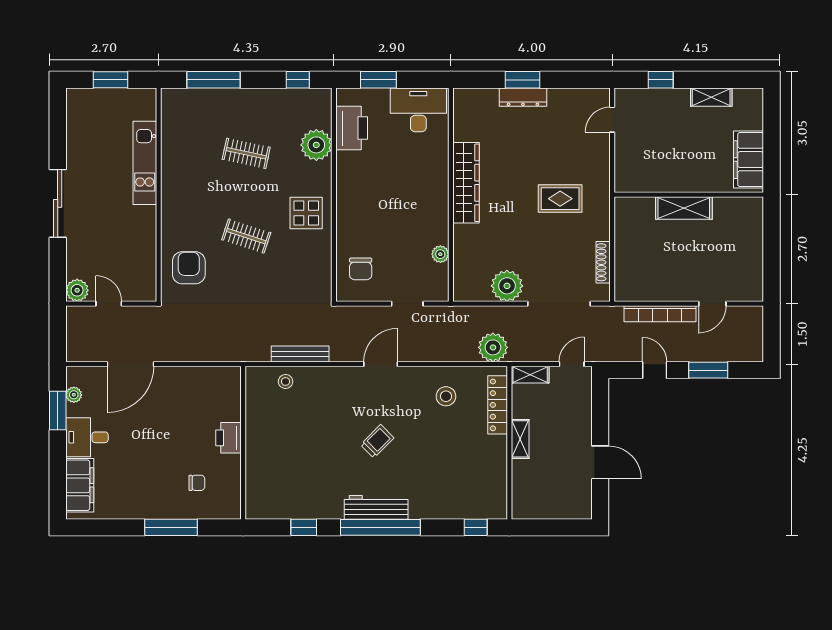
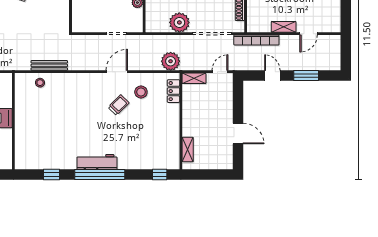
chair: (361, 269) -> (87, 12), removed
shelving: (673, 293) -> (284, 27), added
bookcase: (660, 314) -> (256, 40), moved
door: (381, 364) -> (117, 72), moved
locker: (498, 405) -> (173, 91), width x0.66
shelving: (520, 439) -> (188, 150), moved
trolley: (377, 441) -> (119, 105), moved

